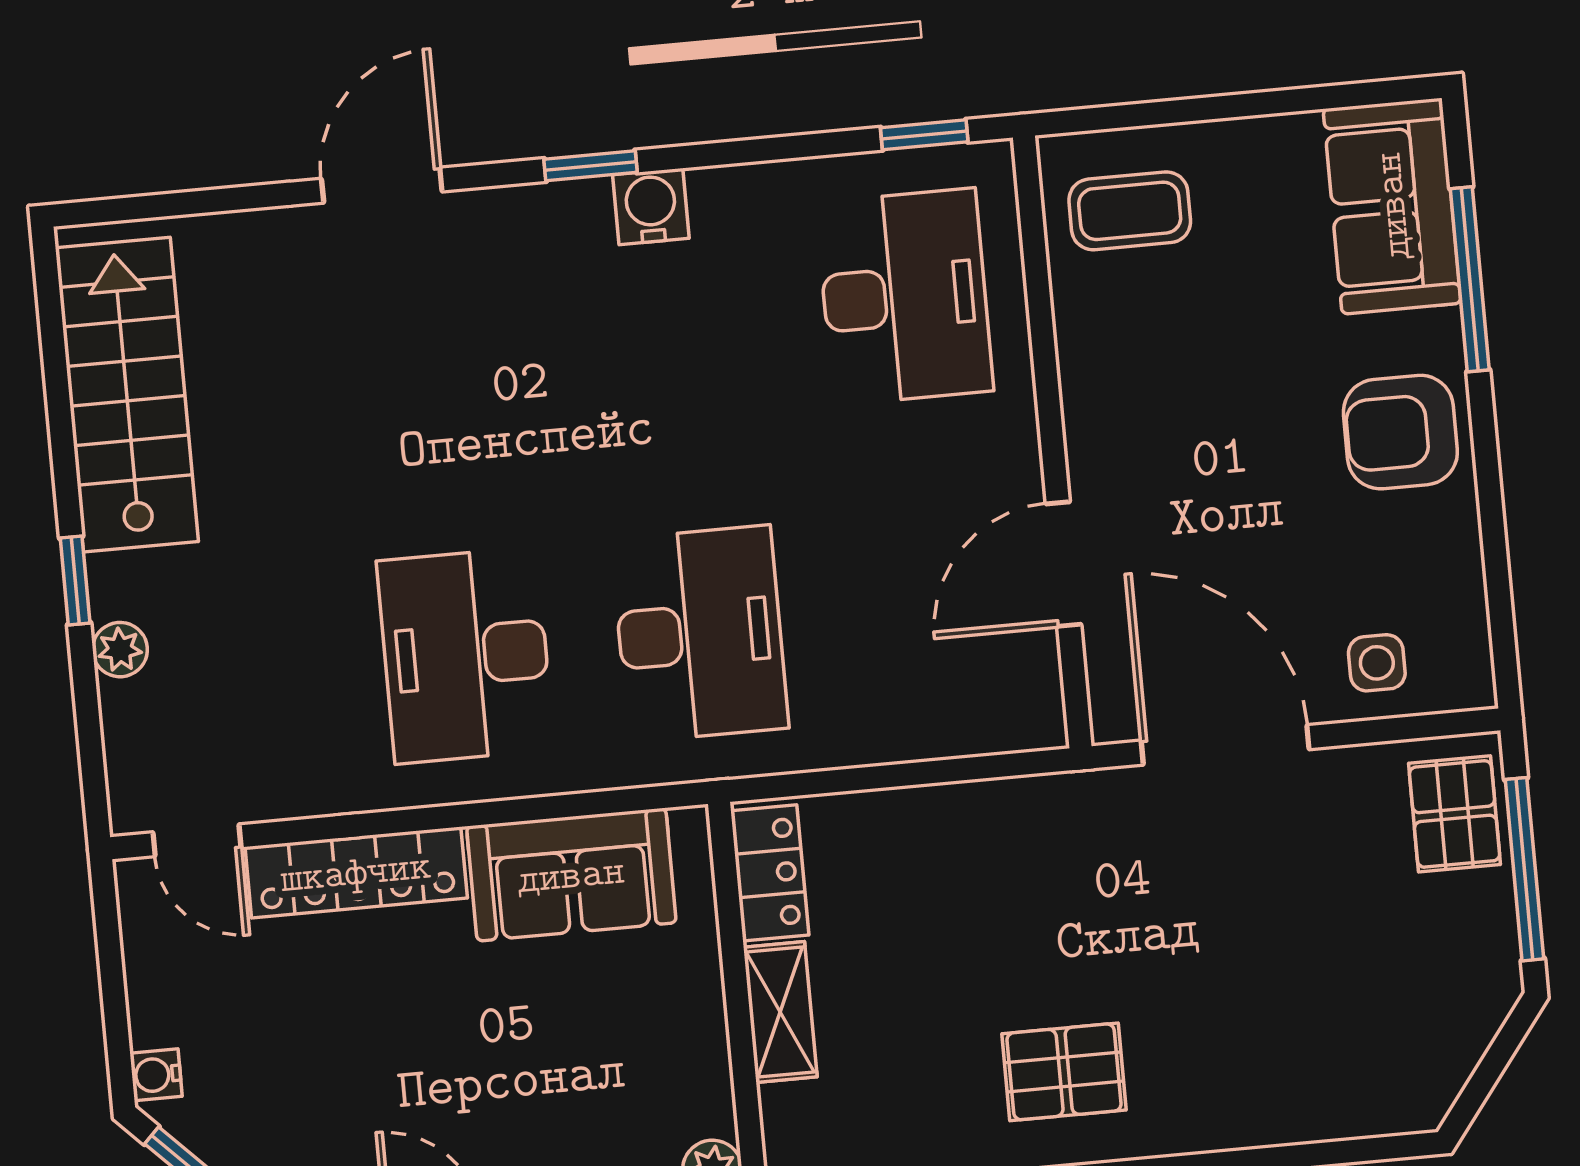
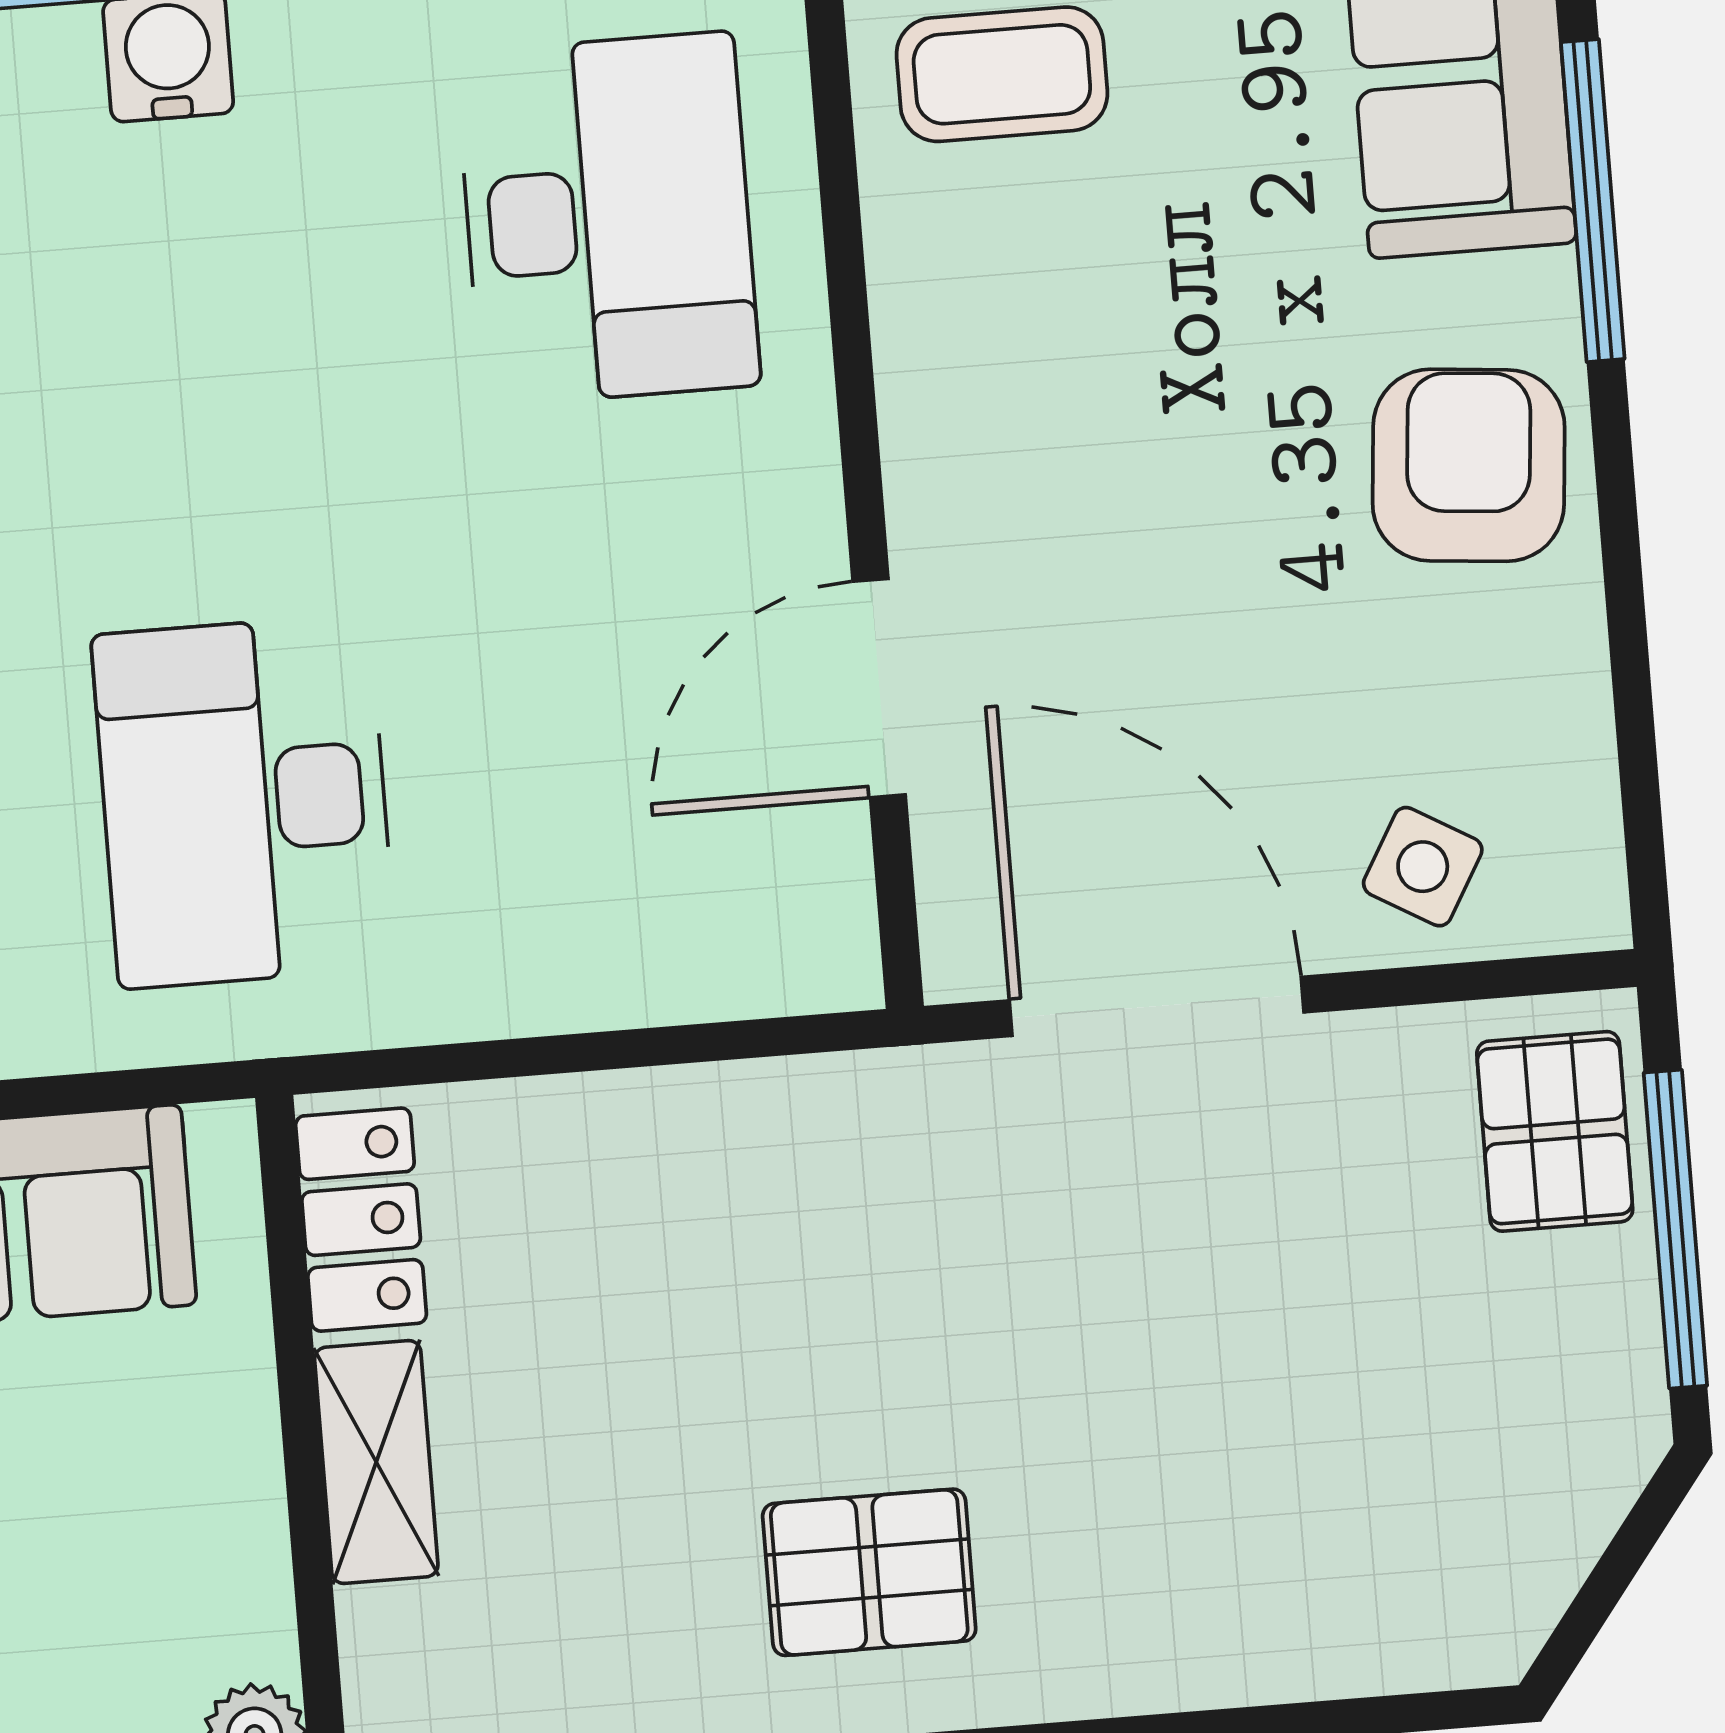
armchair: (1400, 432) -> (1469, 465), turned 95
desk: (700, 634) -> (244, 801), turned 180
side table: (1377, 663) -> (1423, 867), turned 30

